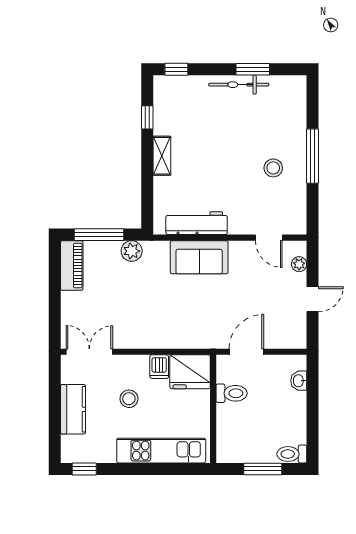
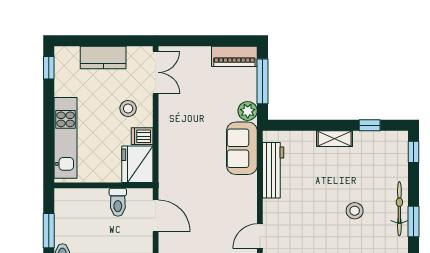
stool: (273, 168) -> (355, 211), moved
sofa: (199, 257) -> (242, 148), moved
stool: (129, 399) -> (128, 108), moved

